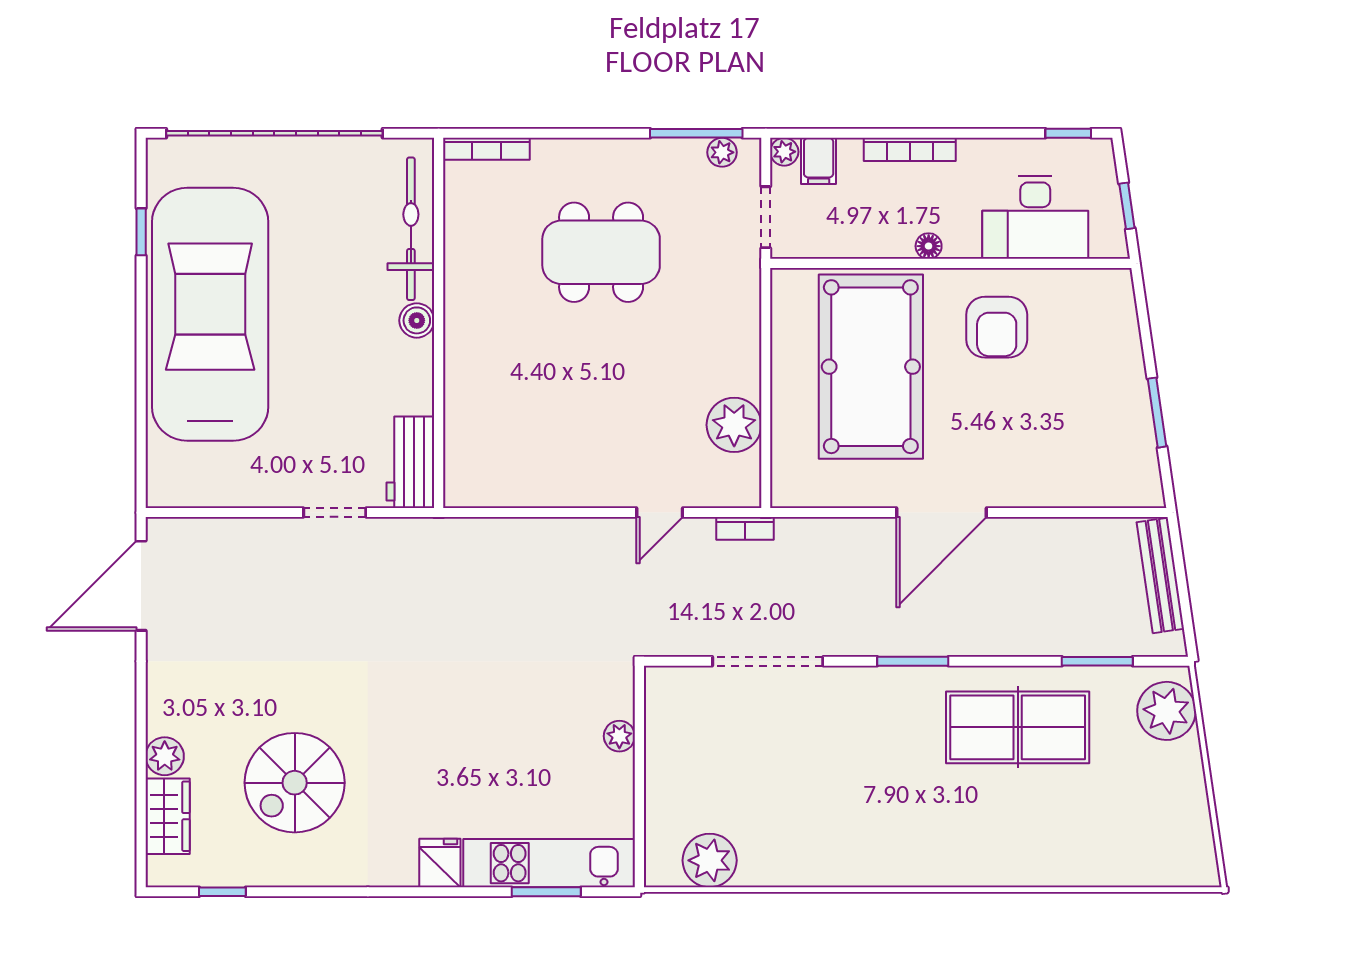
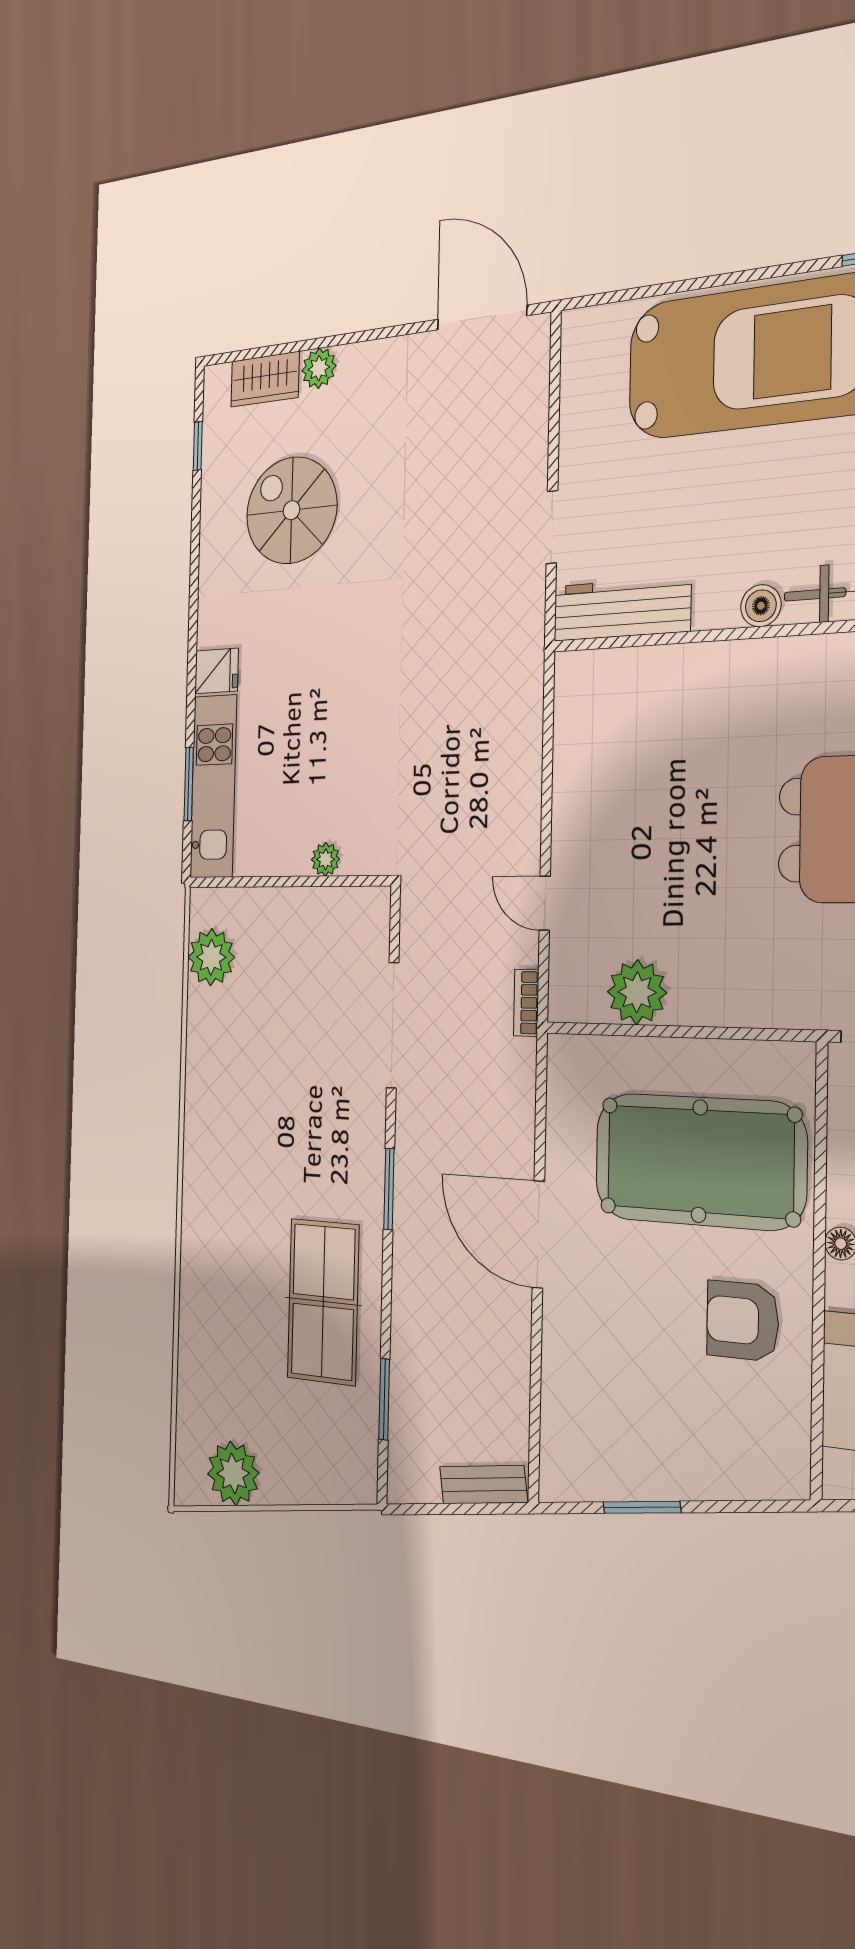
workbench: (410, 462) -> (622, 609), width x1.38
bench: (1160, 575) -> (483, 1485), width x0.73
plant: (1166, 711) -> (233, 1473), moved

